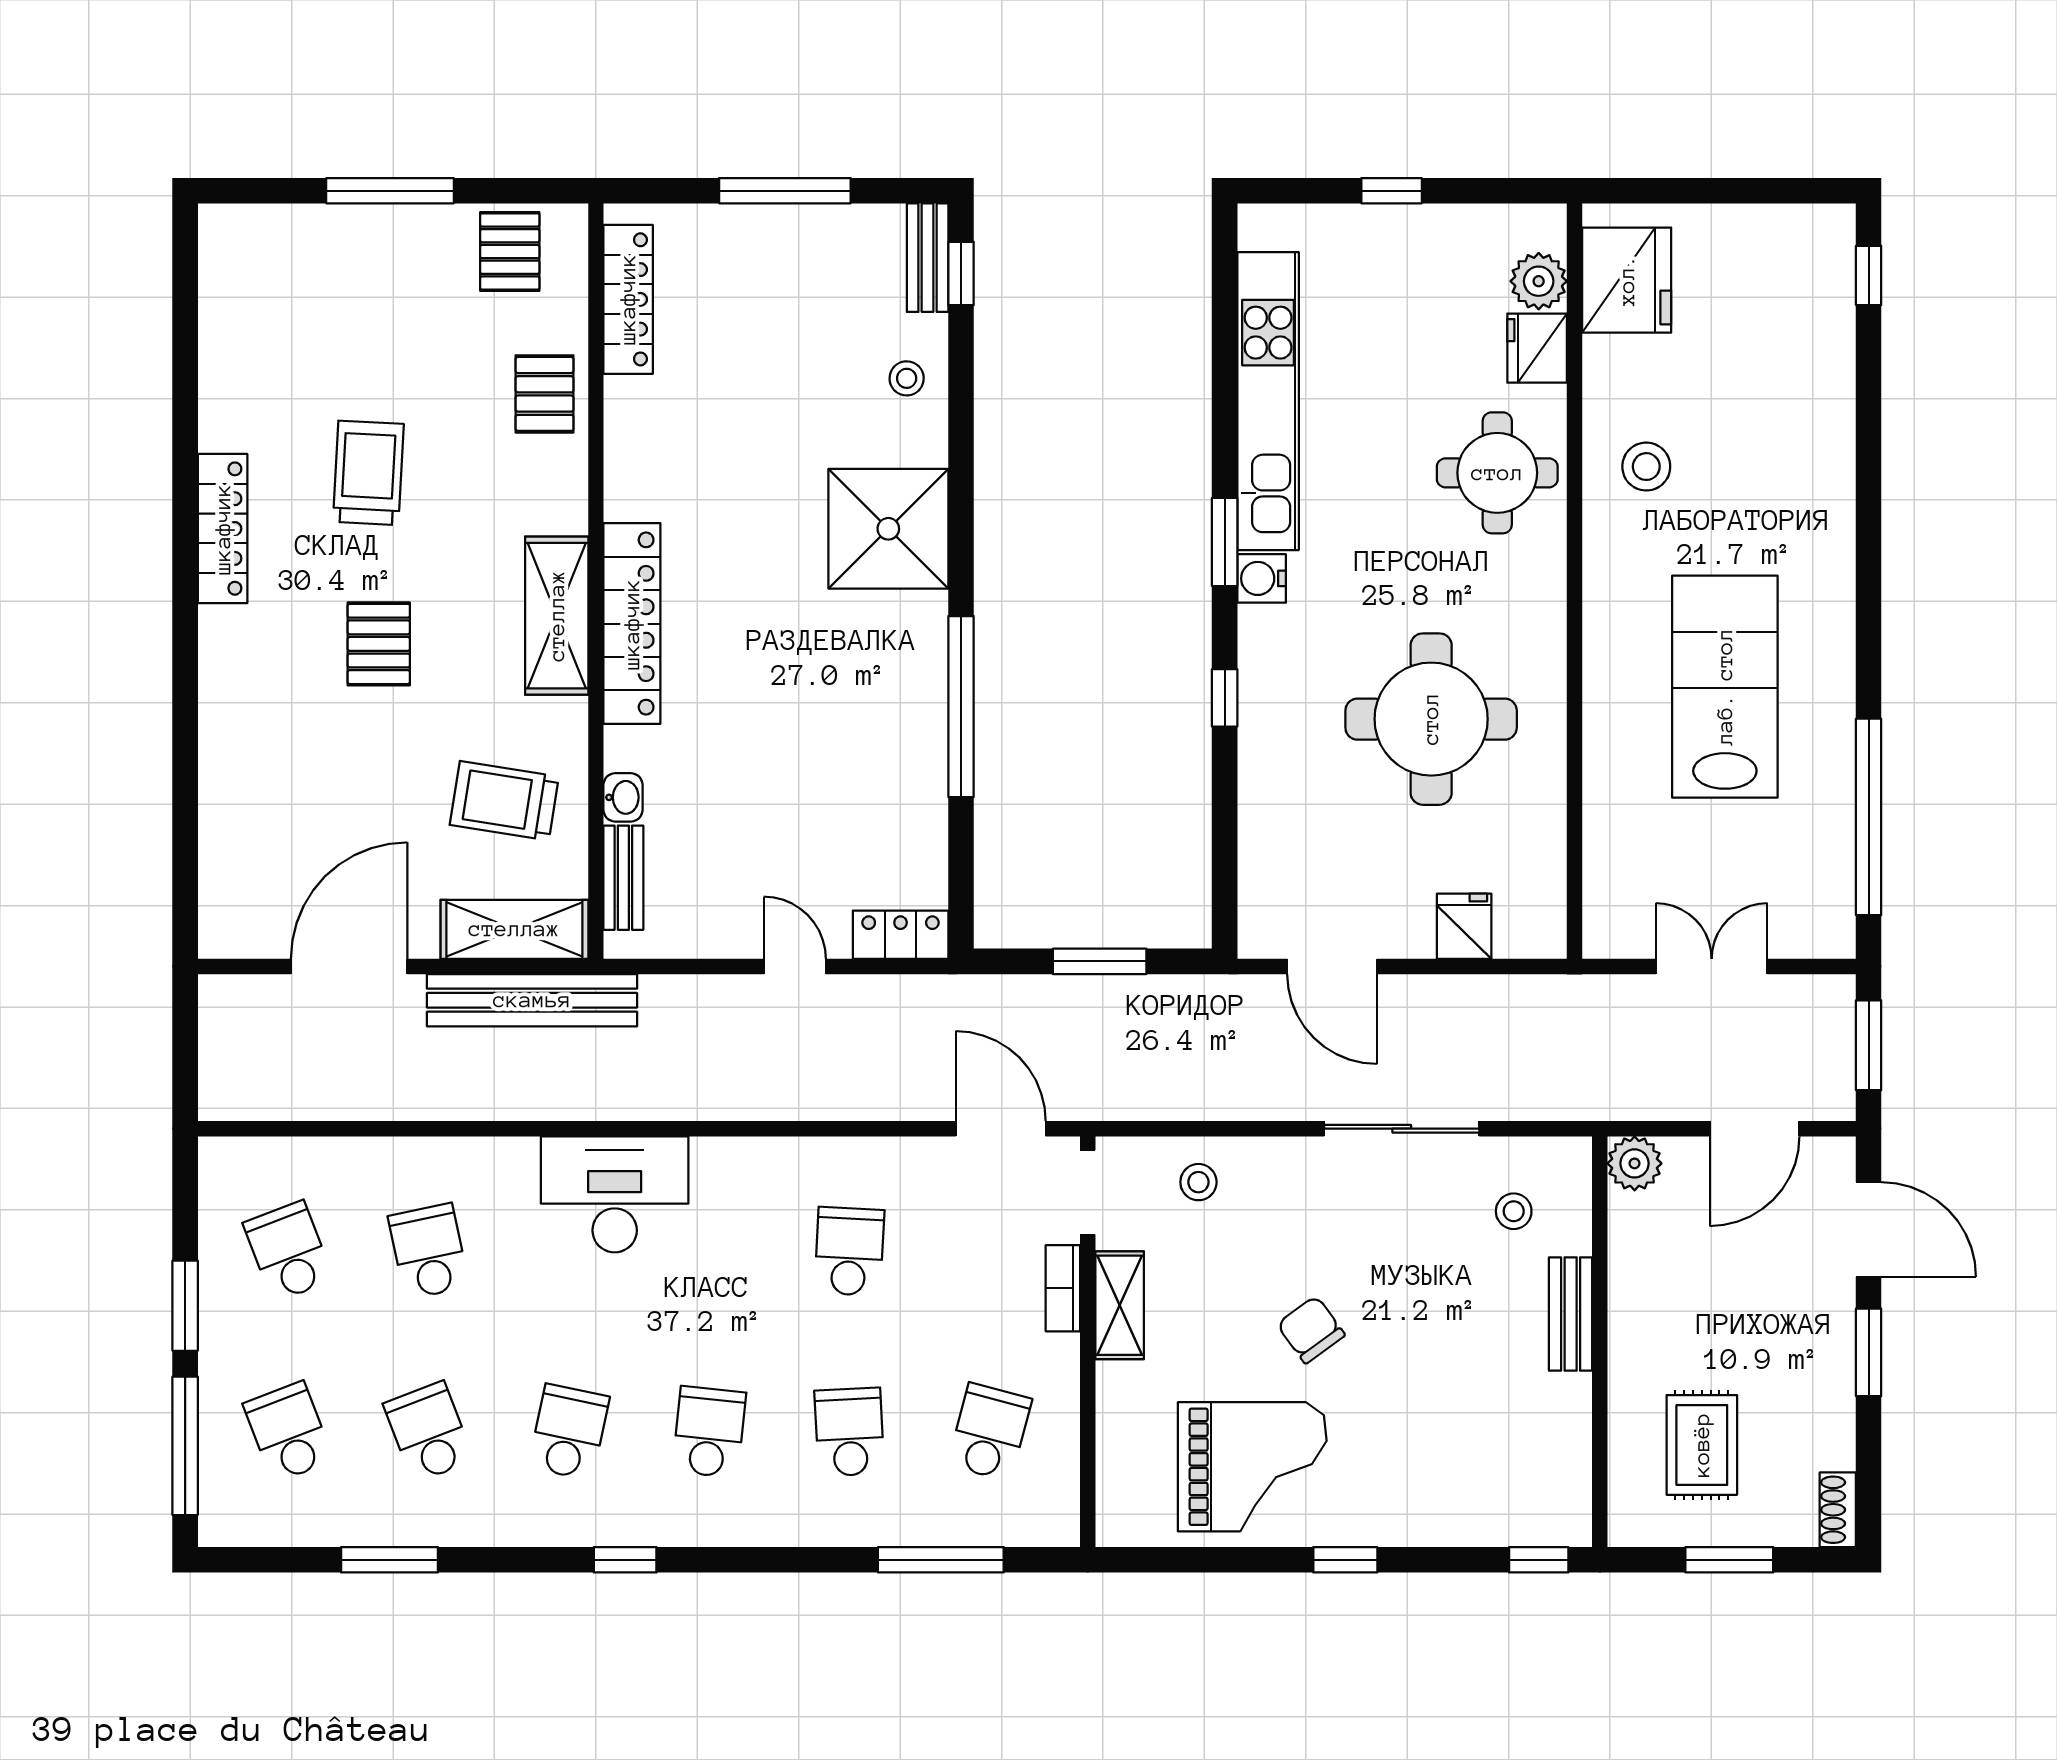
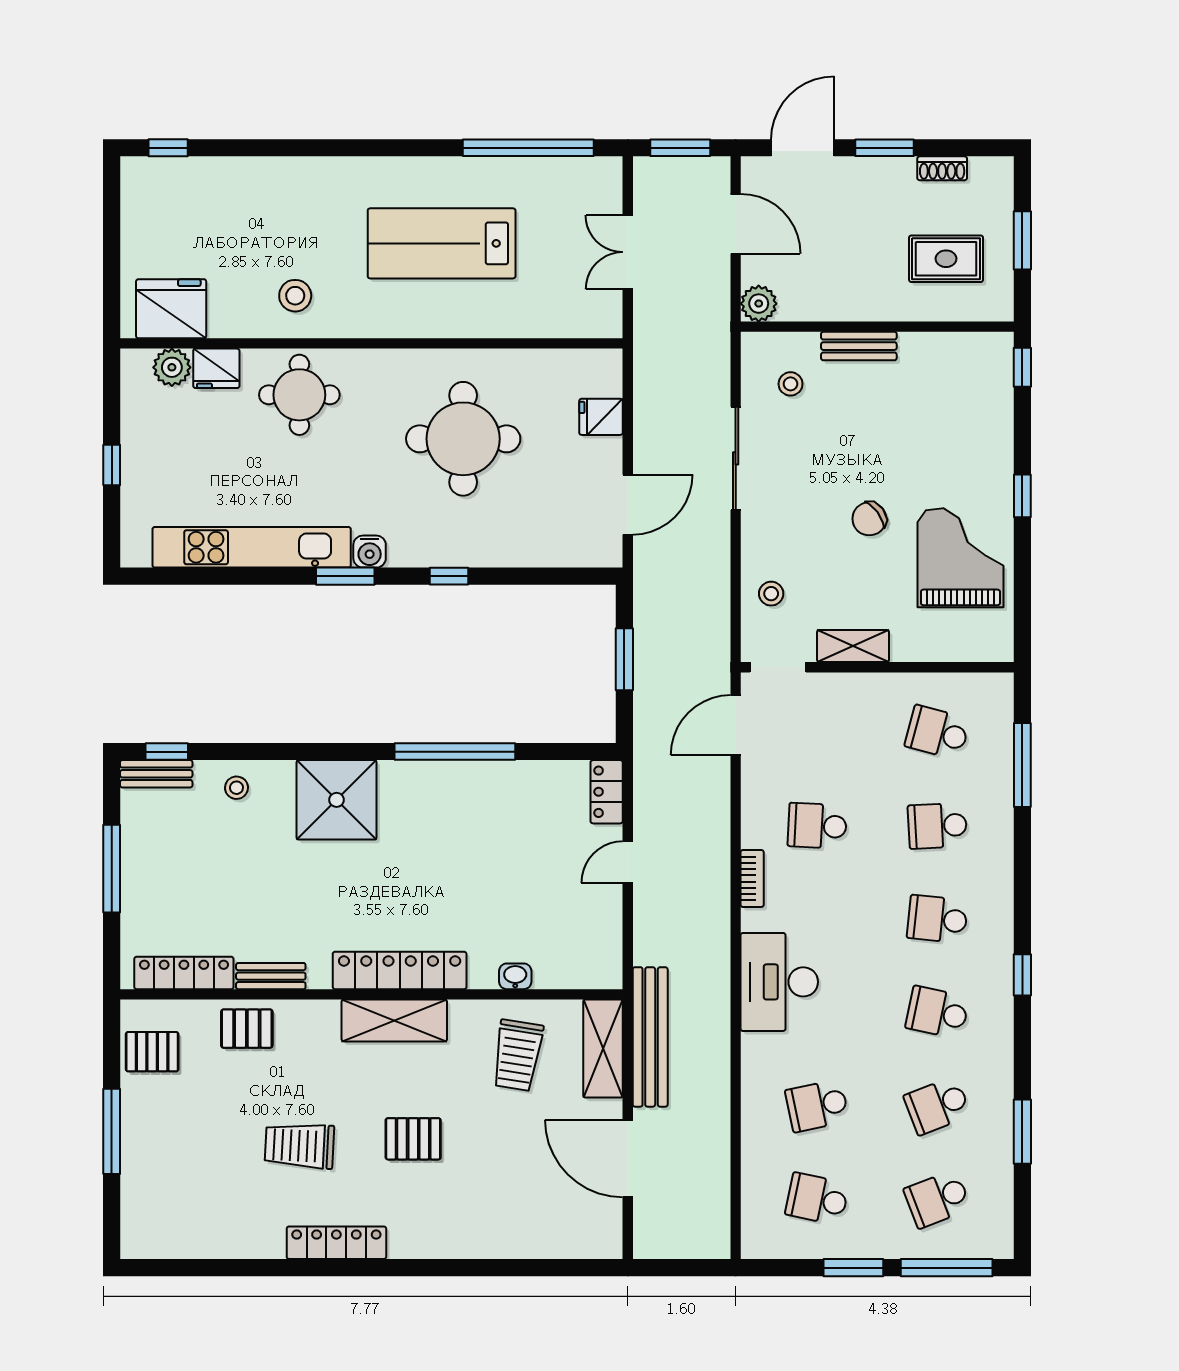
bench: (623, 878) -> (271, 976), moved
school desk: (288, 1251) -> (817, 1199), turned 33
bookcase: (1063, 1288) -> (752, 878), moved, turned -90
shoe rack: (1838, 1510) -> (942, 168), moved

